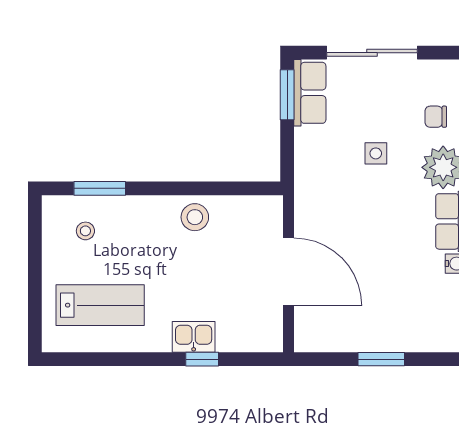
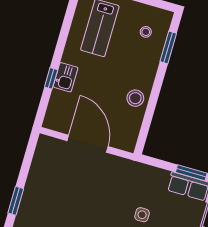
door: (288, 272) -> (88, 144), swing flipped
window: (381, 359) -> (16, 201), moved

